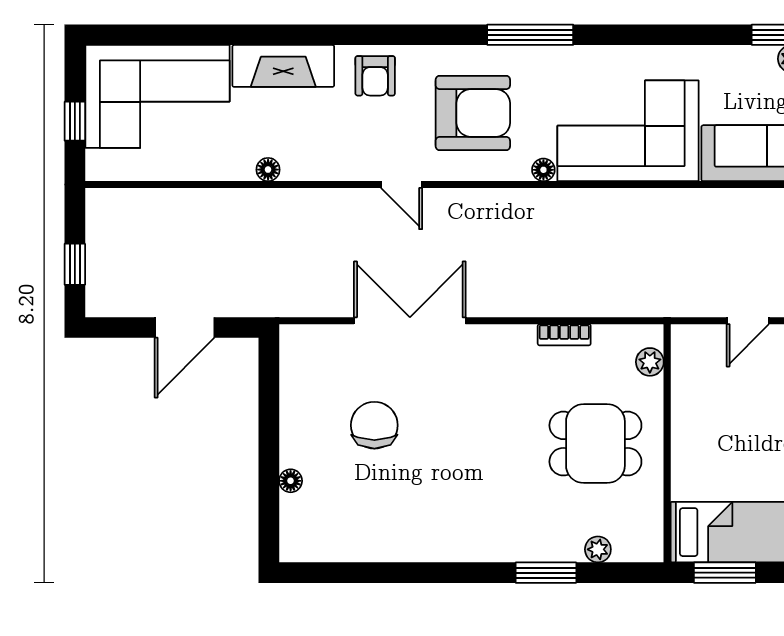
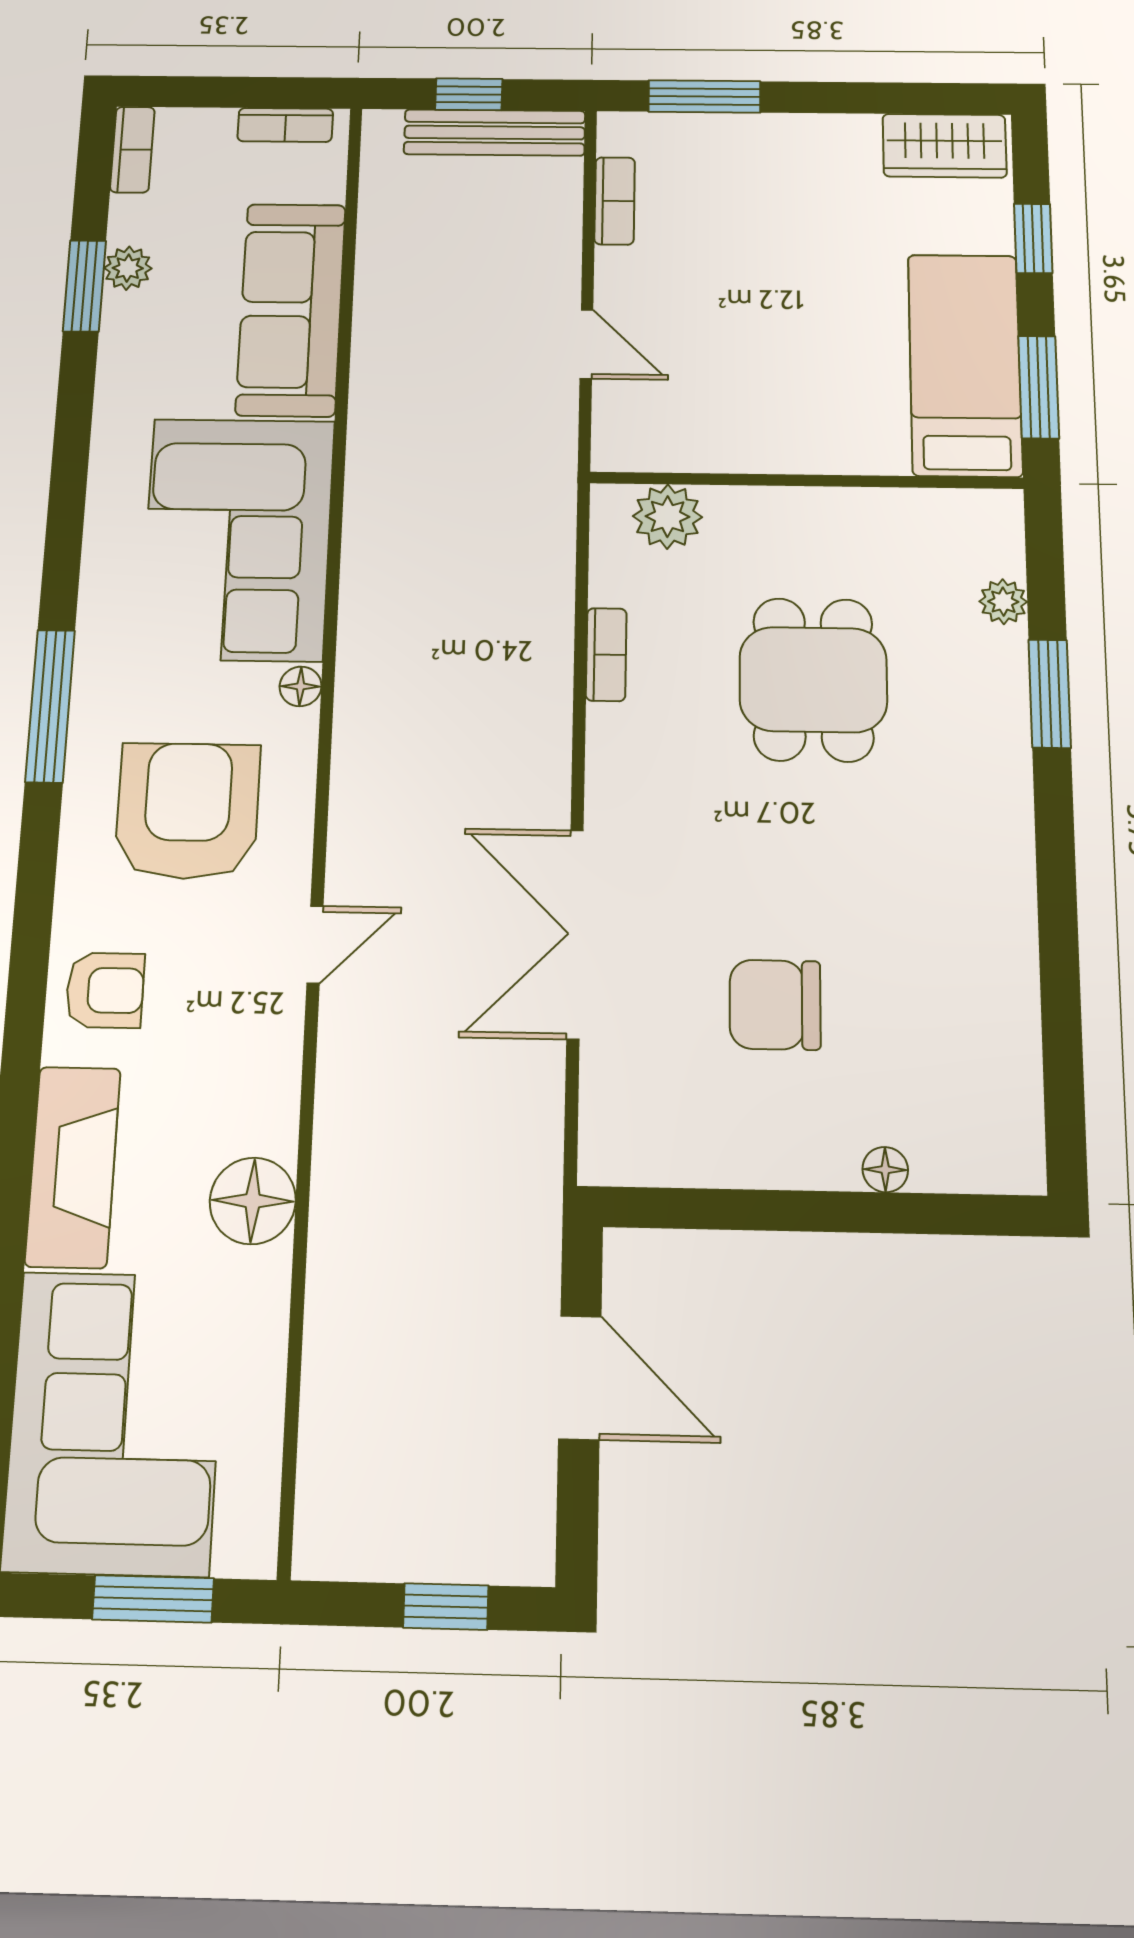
window: (75, 121) -> (153, 1599), width x1.50
floor lamp: (268, 170) -> (253, 1201), width x1.89, depth x1.89
plant: (650, 362) -> (667, 517), width x1.38, depth x1.38
dining table: (595, 444) -> (813, 680), moved

